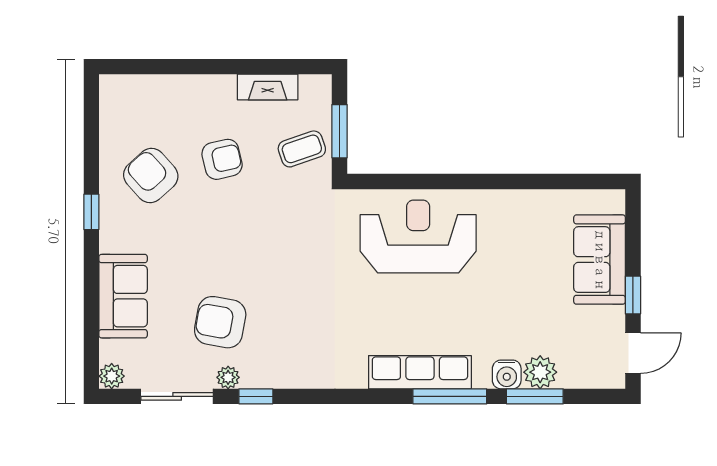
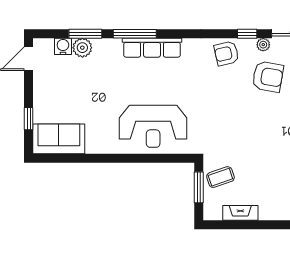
armchair: (222, 159) -> (226, 53), moved
sofa: (600, 260) -> (59, 139), moved, turned -90
window: (633, 295) -> (29, 119), moved
water cooler: (507, 374) -> (63, 46), moved

